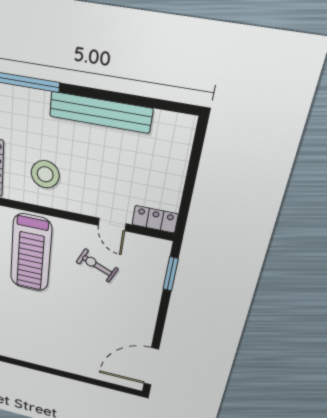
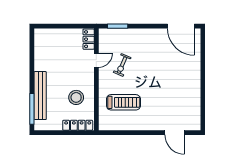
bench: (100, 112) -> (40, 96), moved
treadmill: (31, 253) -> (123, 102), width x0.73, depth x0.73

